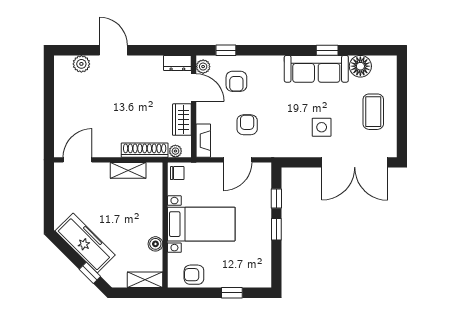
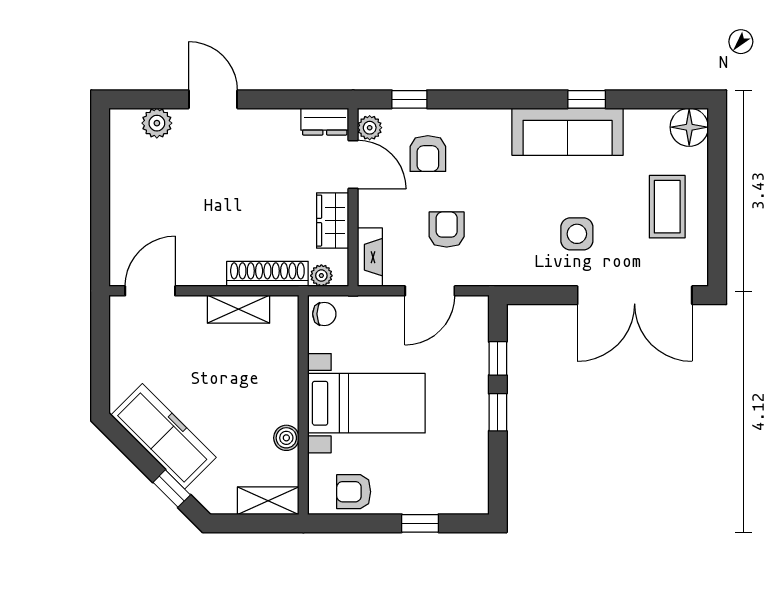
floor lamp: (360, 66) -> (689, 127), moved

